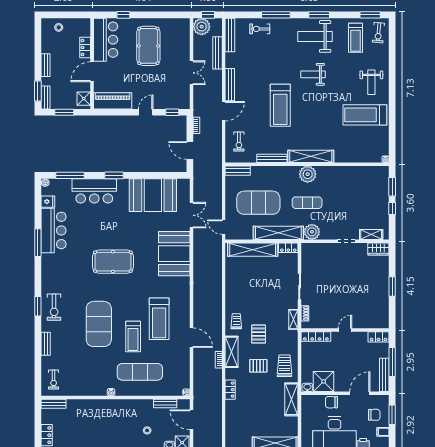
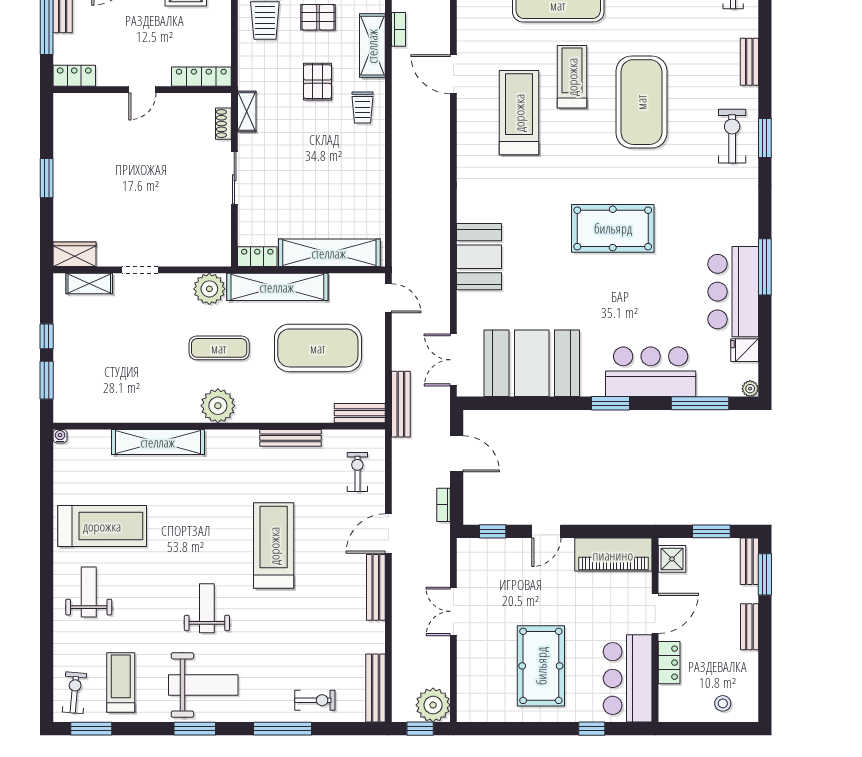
bench: (217, 53) -> (401, 404), moved
weight bench: (313, 74) -> (207, 608), turned -90
shelving: (311, 156) -> (158, 442), moved
double door: (192, 215) -> (453, 360), moved
booth: (174, 254) -> (479, 257), width x0.73, depth x0.70

